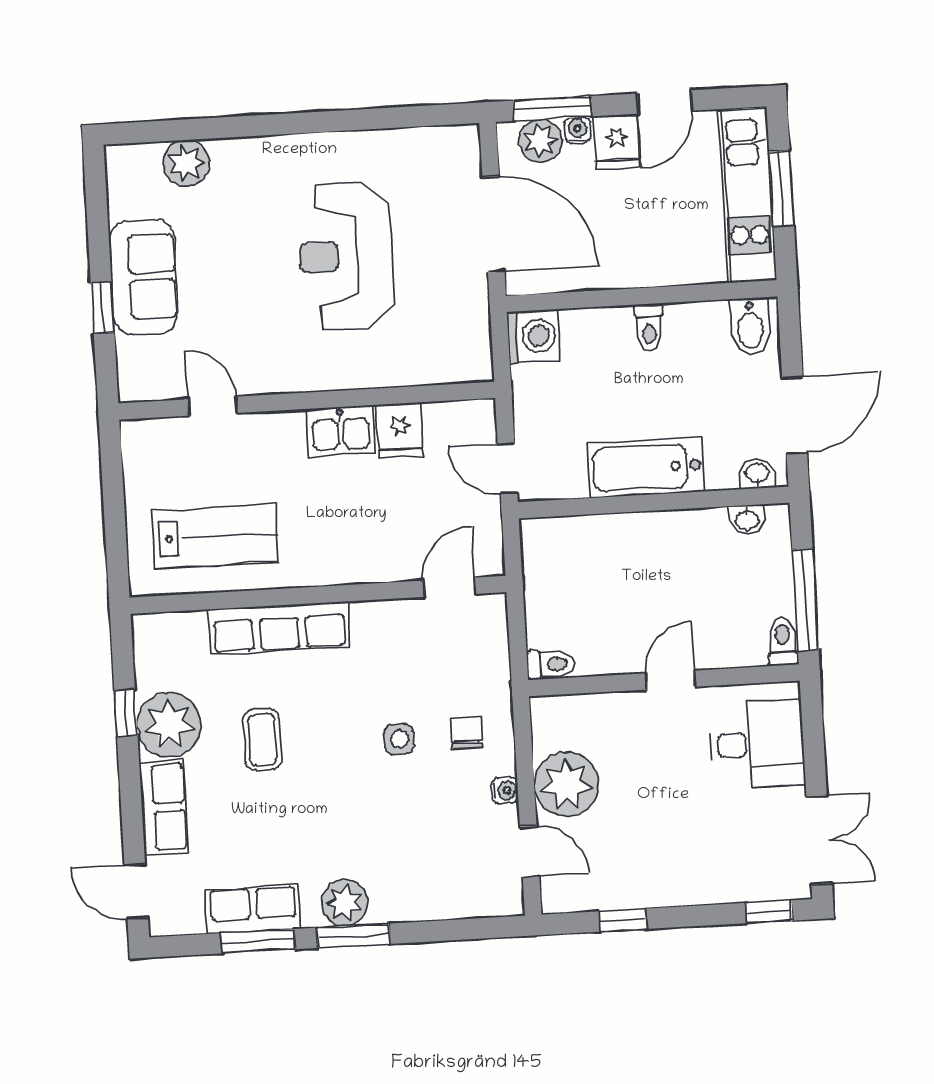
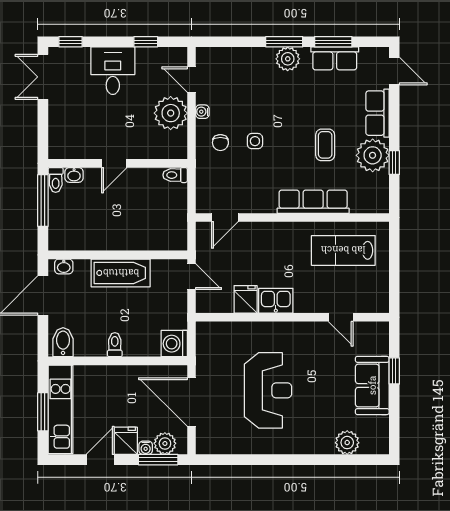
washbasin: (747, 520) -> (74, 175), moved, turned 180
desk: (757, 744) -> (113, 71), moved, turned 90

